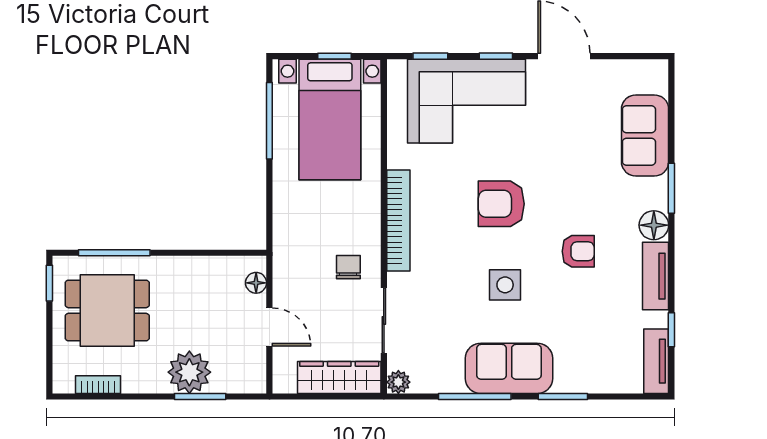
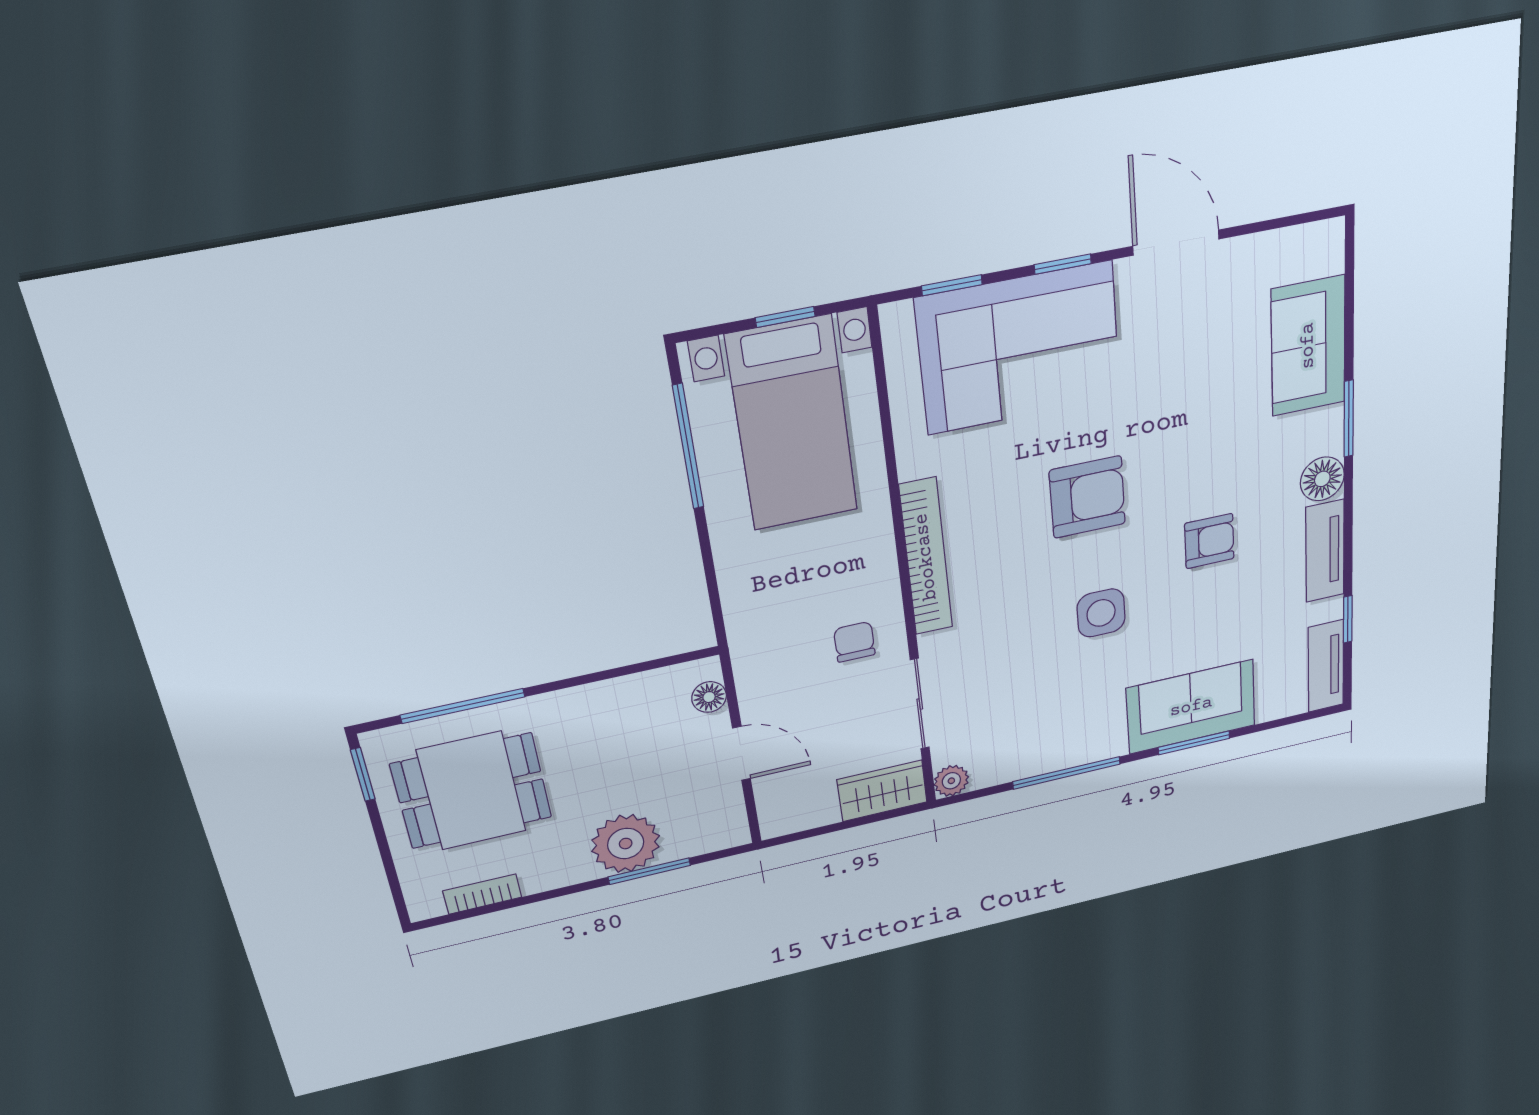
armchair: (501, 204) -> (1087, 497), turned 180
sofa: (509, 368) -> (1191, 707), moved
wardrobe: (339, 377) -> (882, 791), width x0.67

